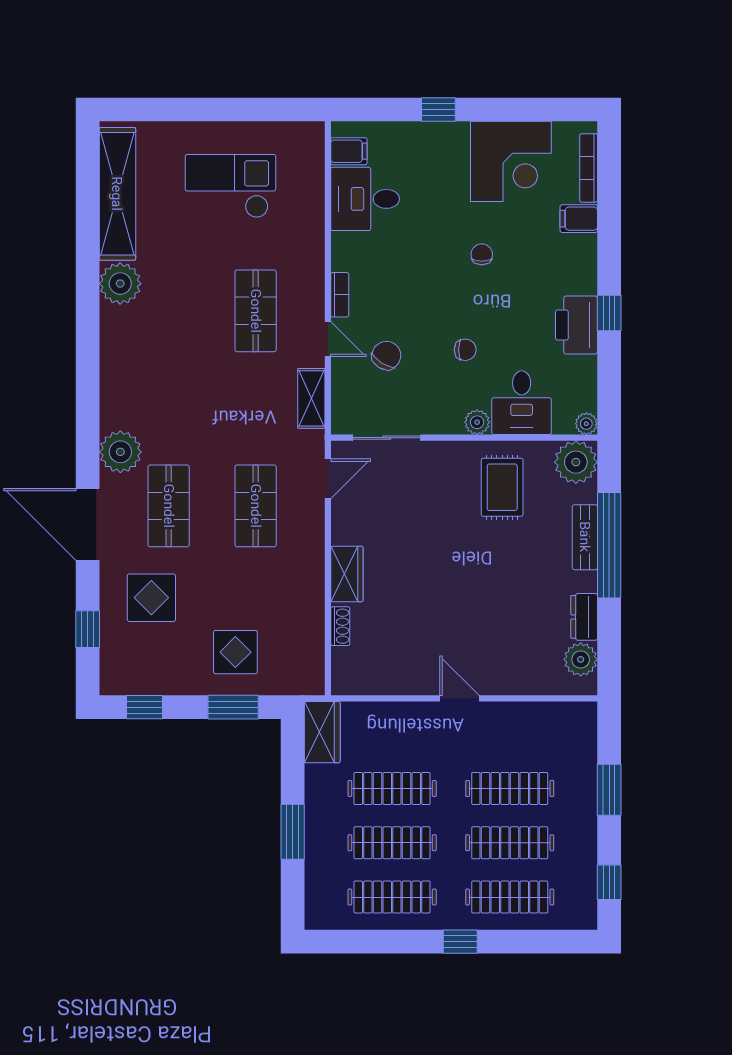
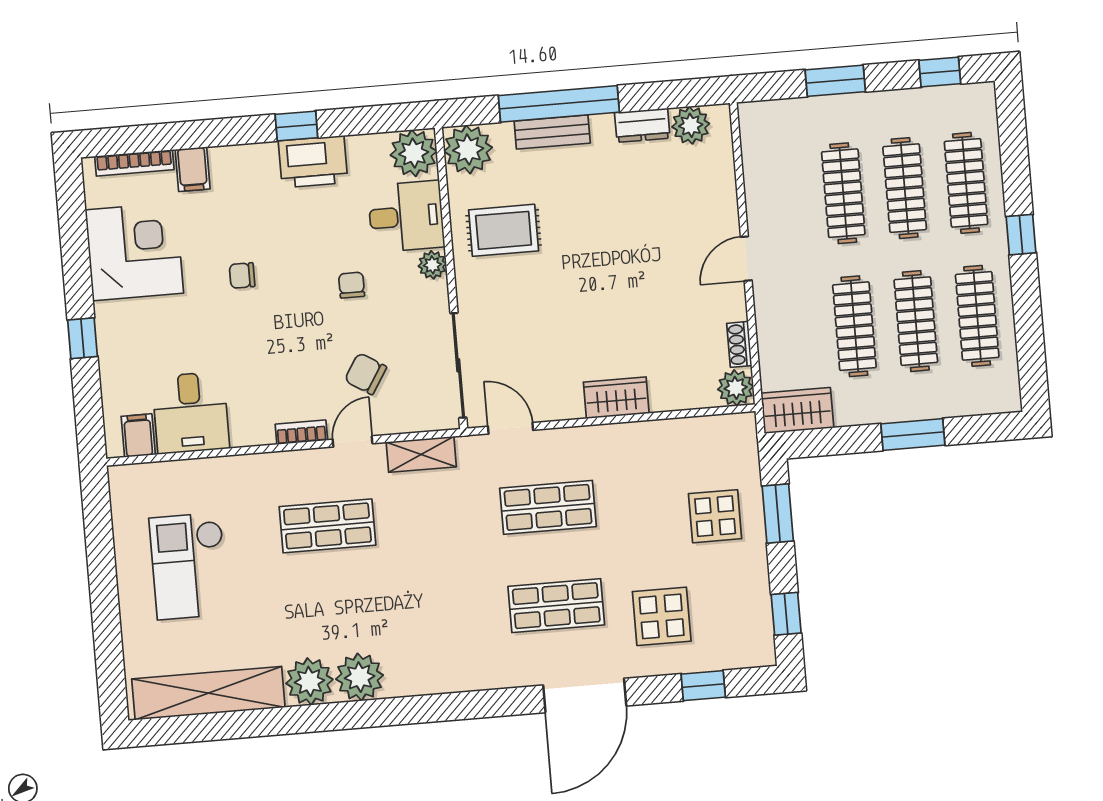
plant: (586, 424) -> (414, 153), width x1.88, depth x1.88
sliding door: (387, 438) -> (458, 365), width x1.37
plant: (120, 452) -> (360, 677), moved
shoe rack: (340, 626) -> (739, 344), moved, turned -90
plant: (347, 680) -> (736, 388), added

